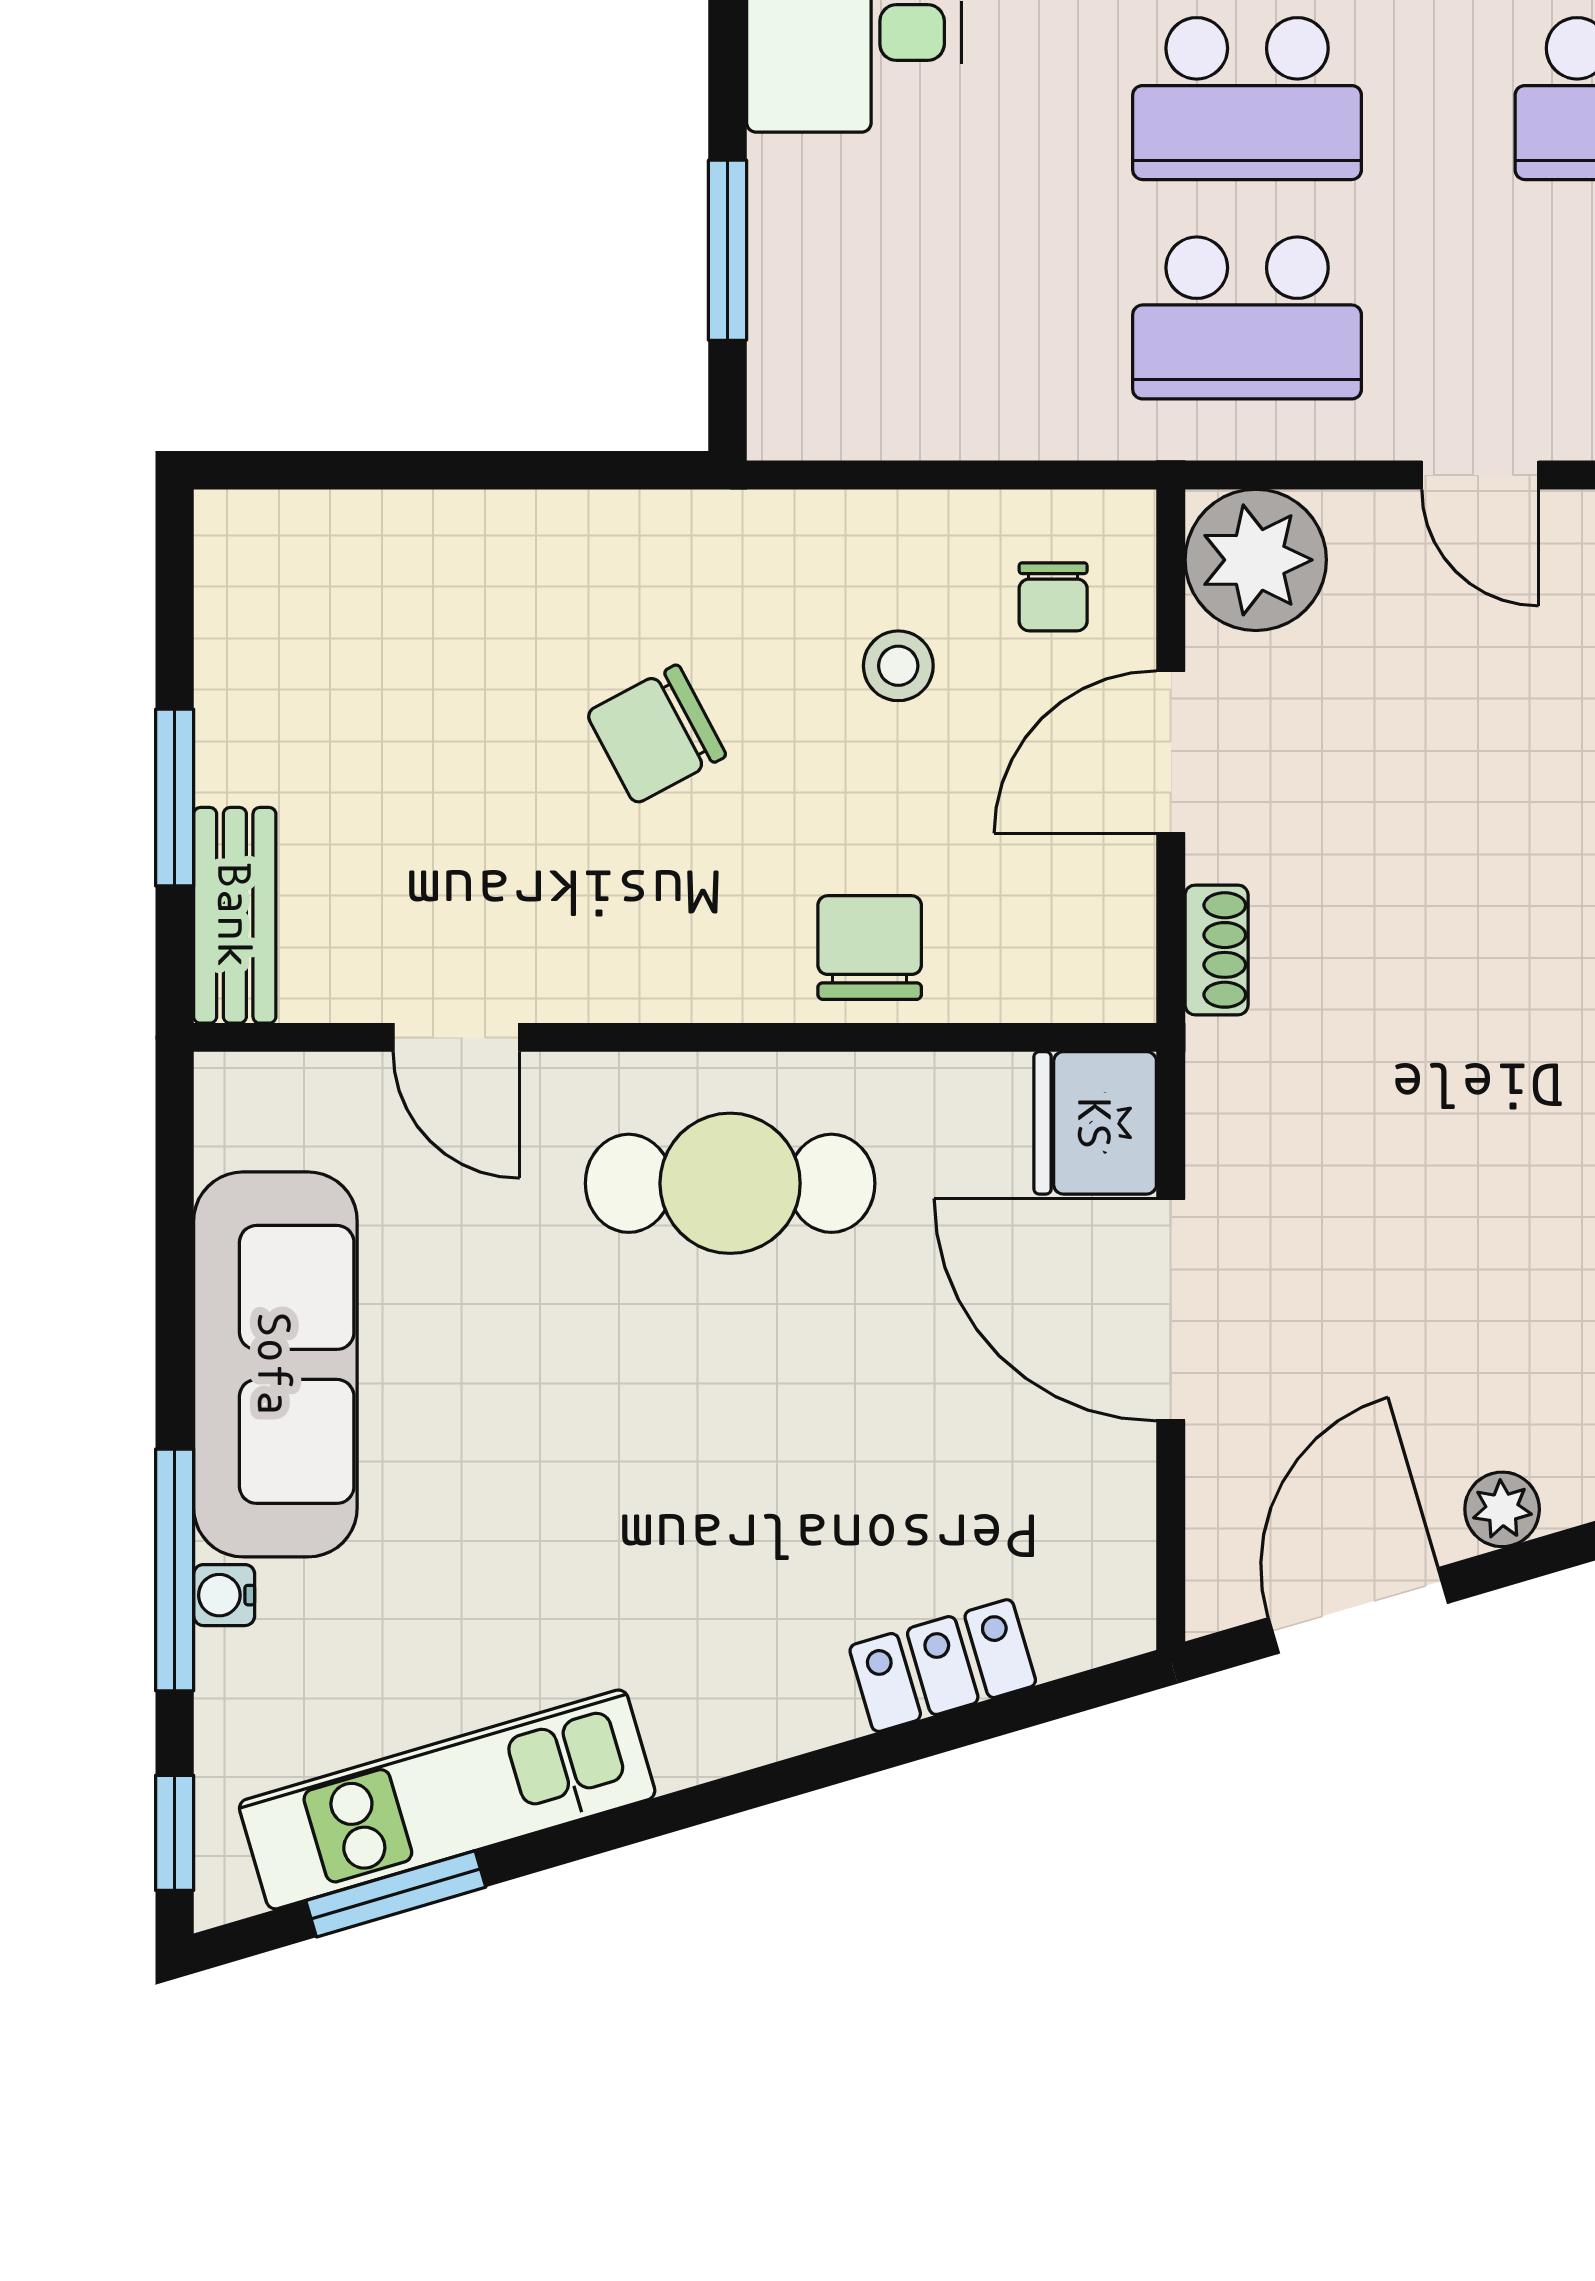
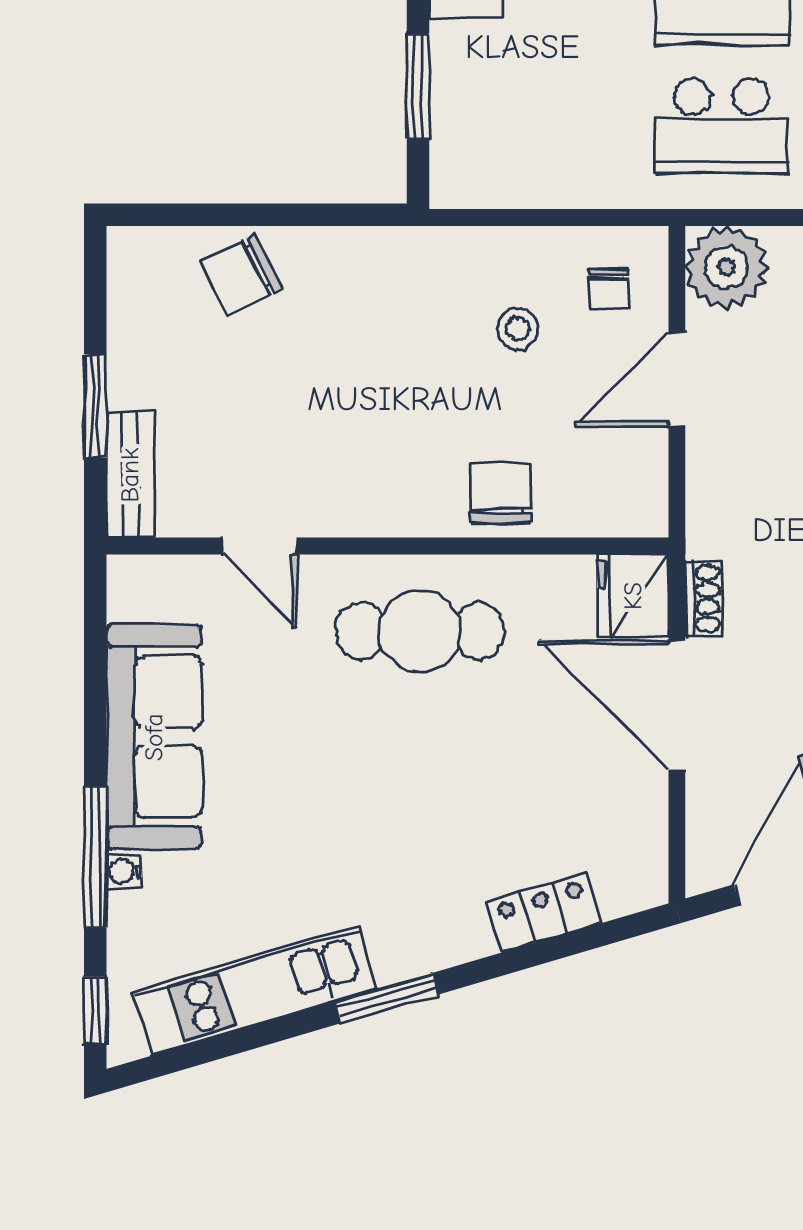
chair: (656, 734) -> (241, 275), moved
shoe rack: (1217, 950) -> (704, 598), moved
window: (396, 1894) -> (386, 998), moved

